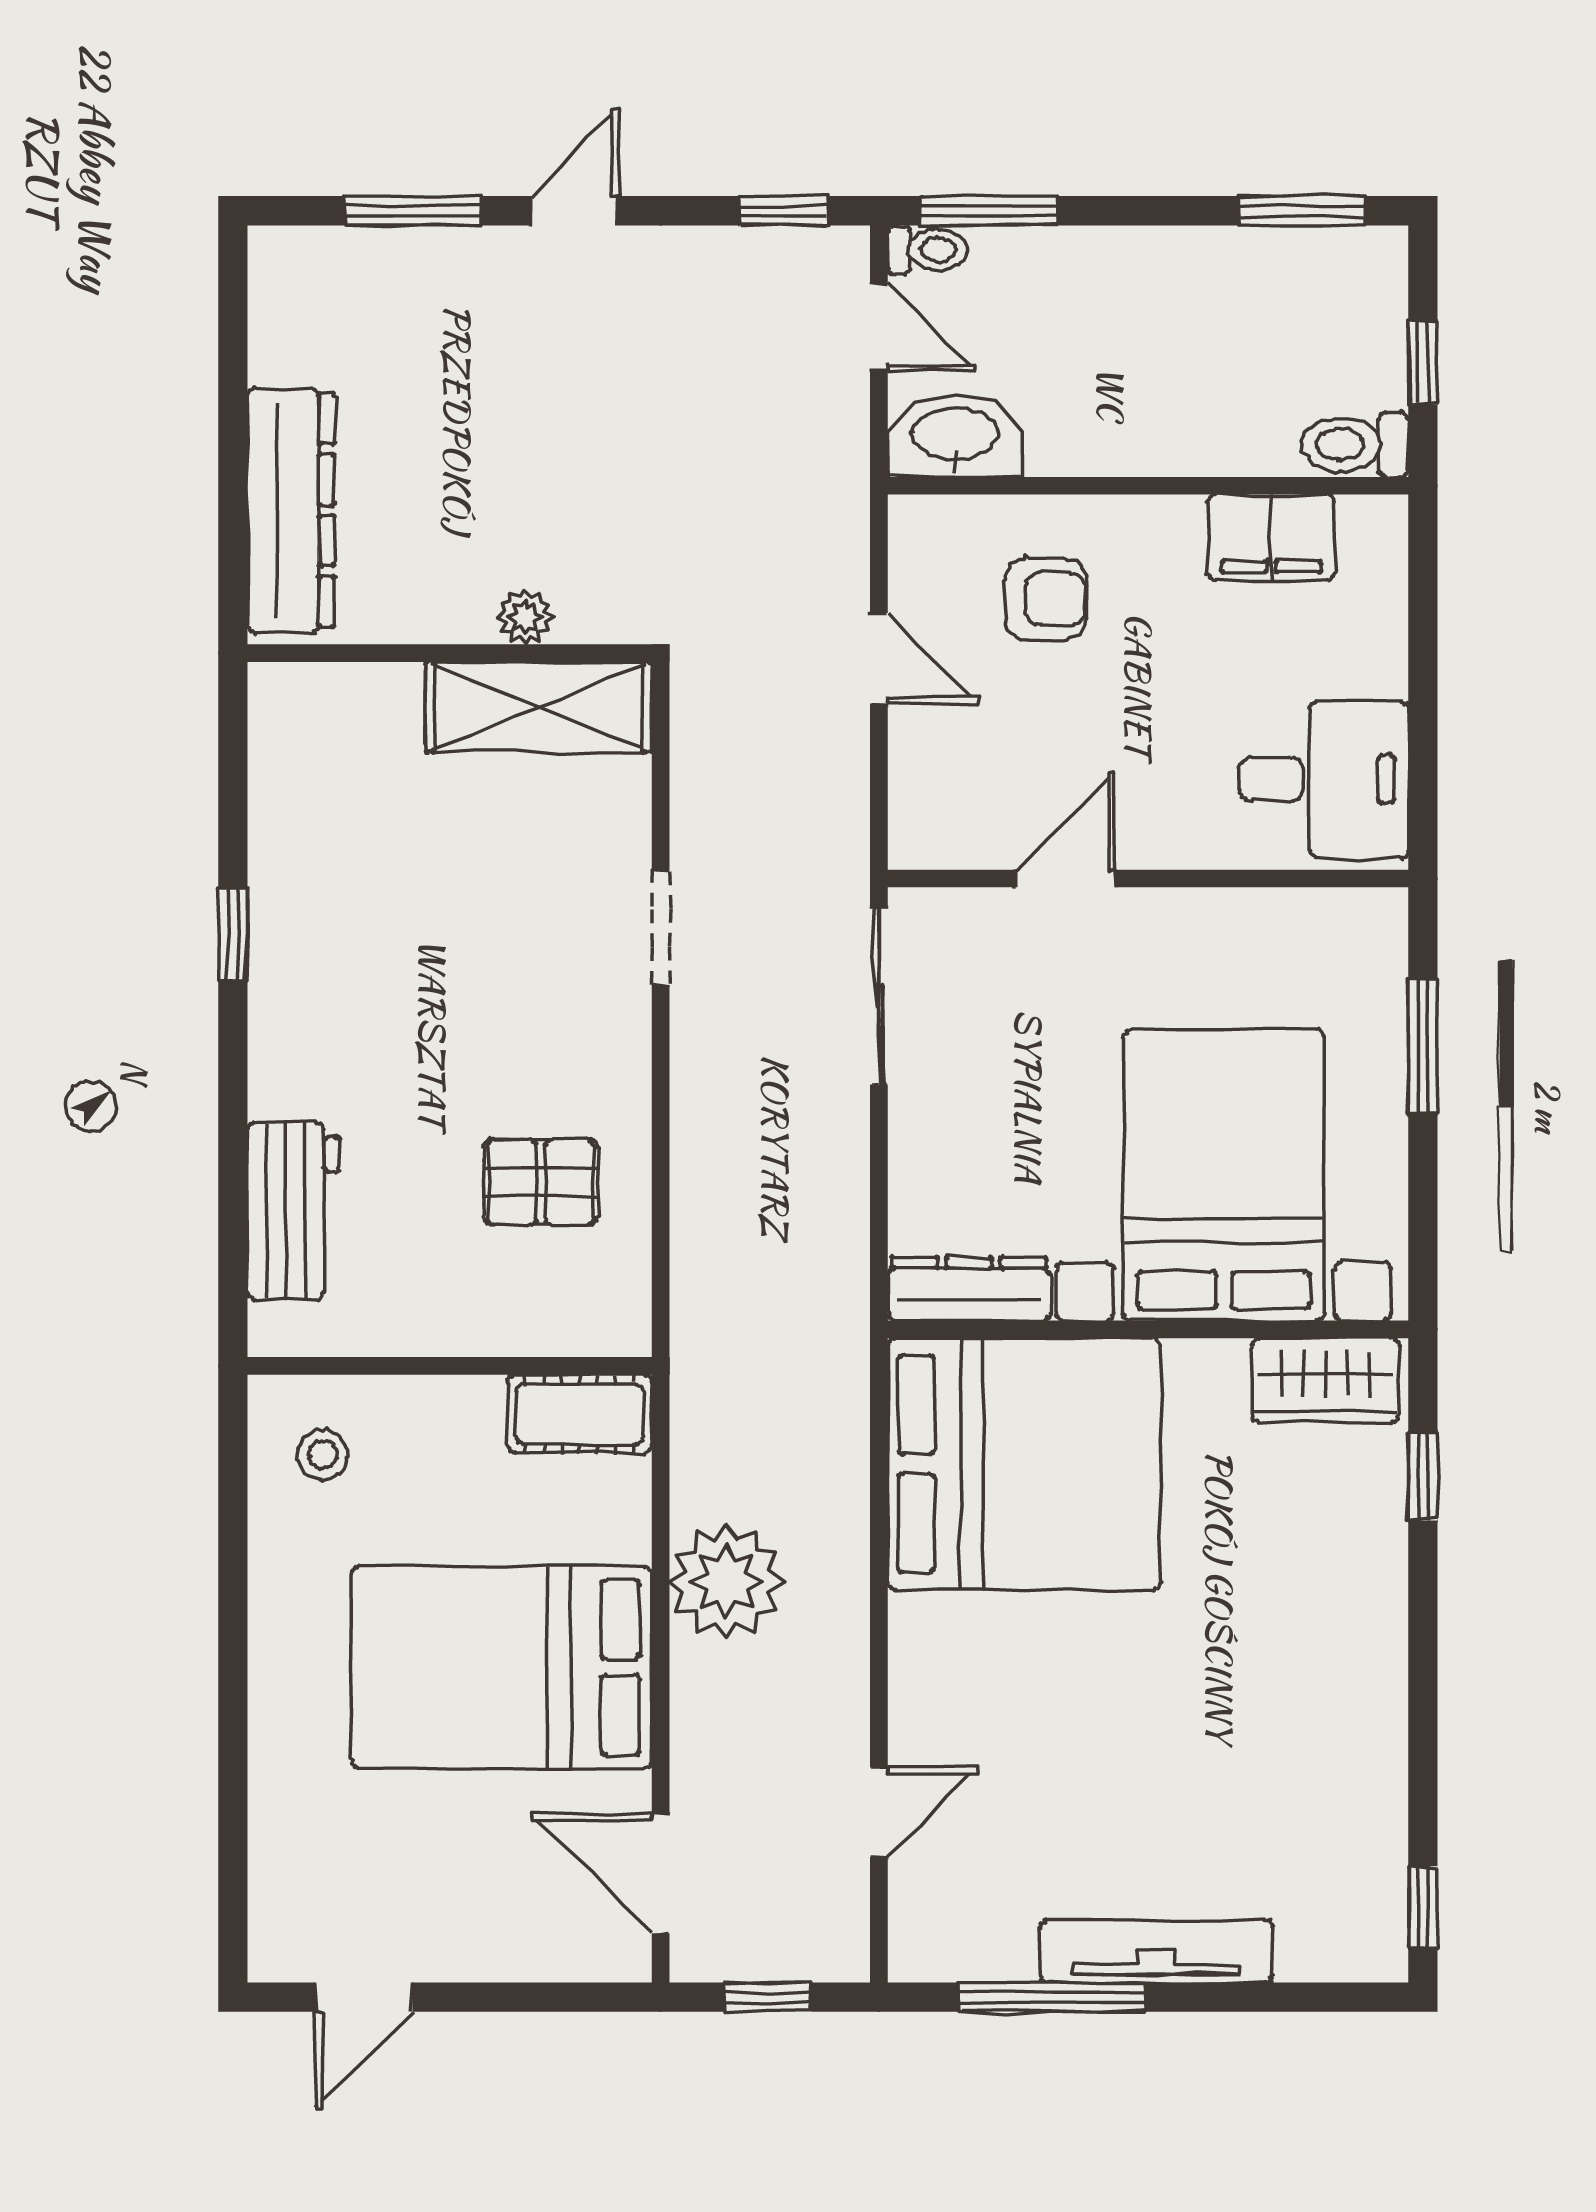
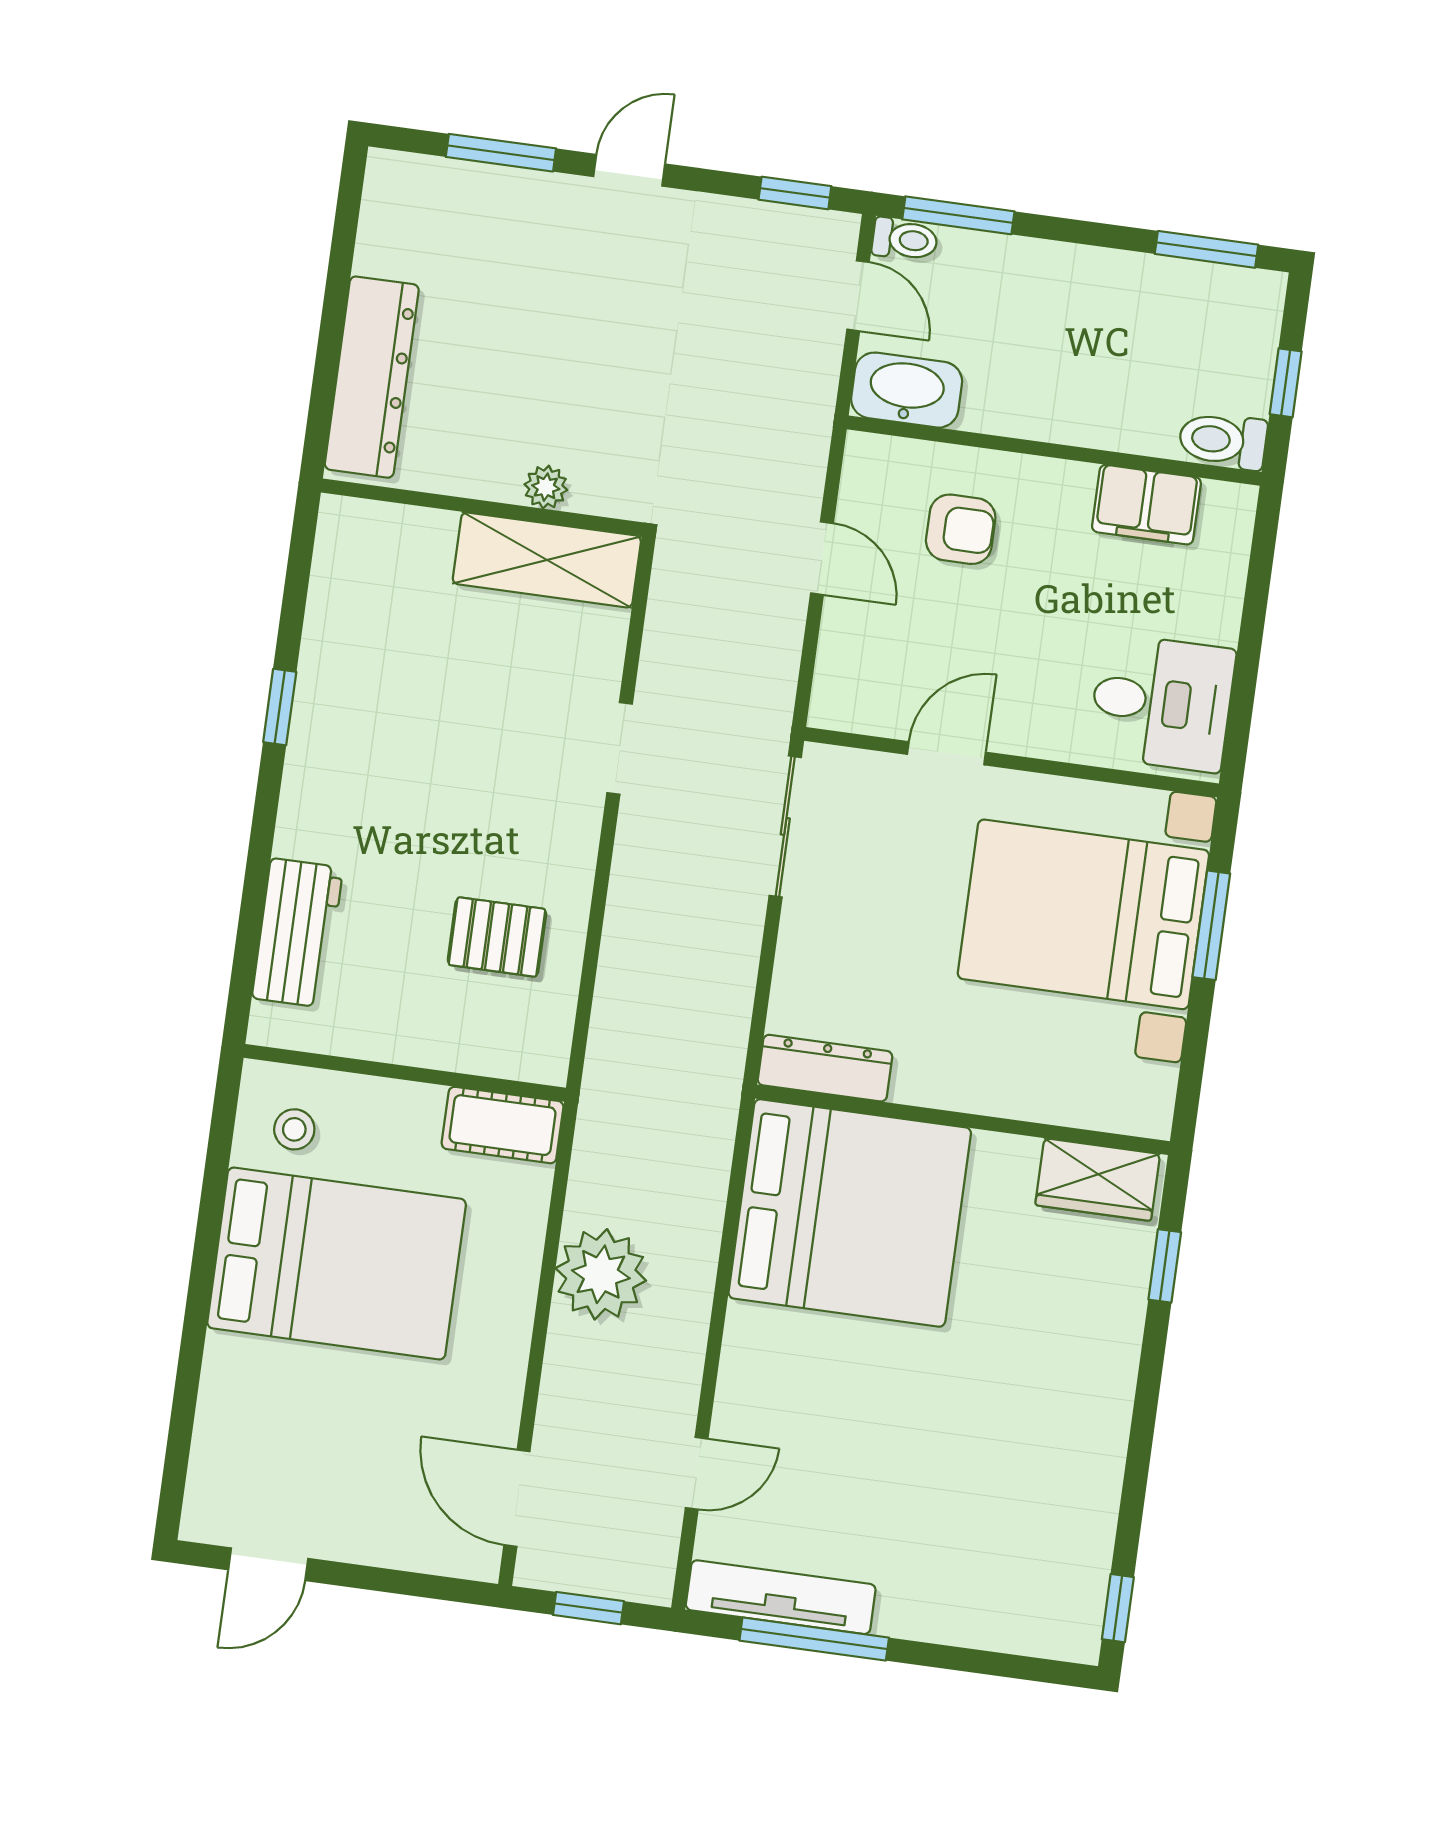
bed with nightstands: (1224, 1175) -> (1083, 914), moved, turned -90
bed: (502, 1667) -> (337, 1263), moved, turned 180
tv unit: (1156, 1951) -> (781, 1597), moved

